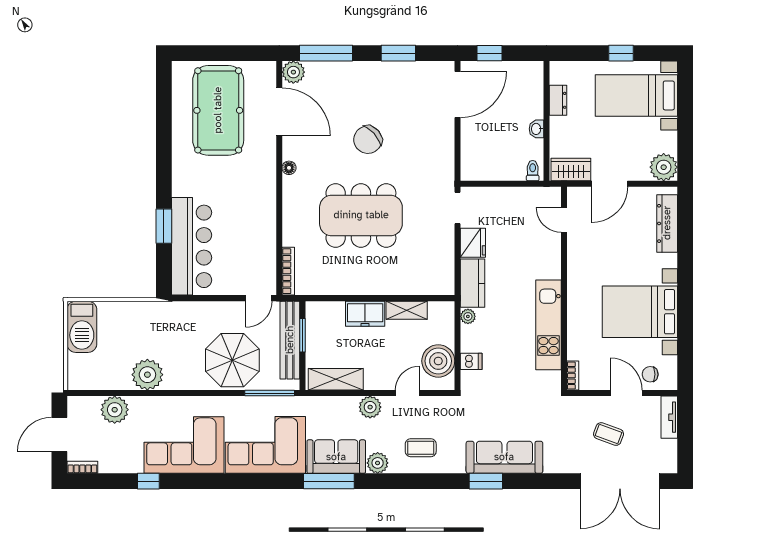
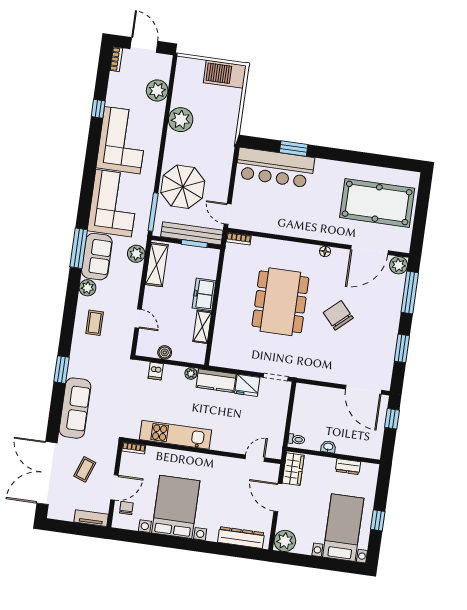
bookcase: (288, 271) -> (239, 239), width x0.64
boiler: (438, 361) -> (165, 352), width x0.54, depth x0.54
plant: (370, 407) -> (136, 254), moved
sofa: (504, 457) -> (75, 408), moved

